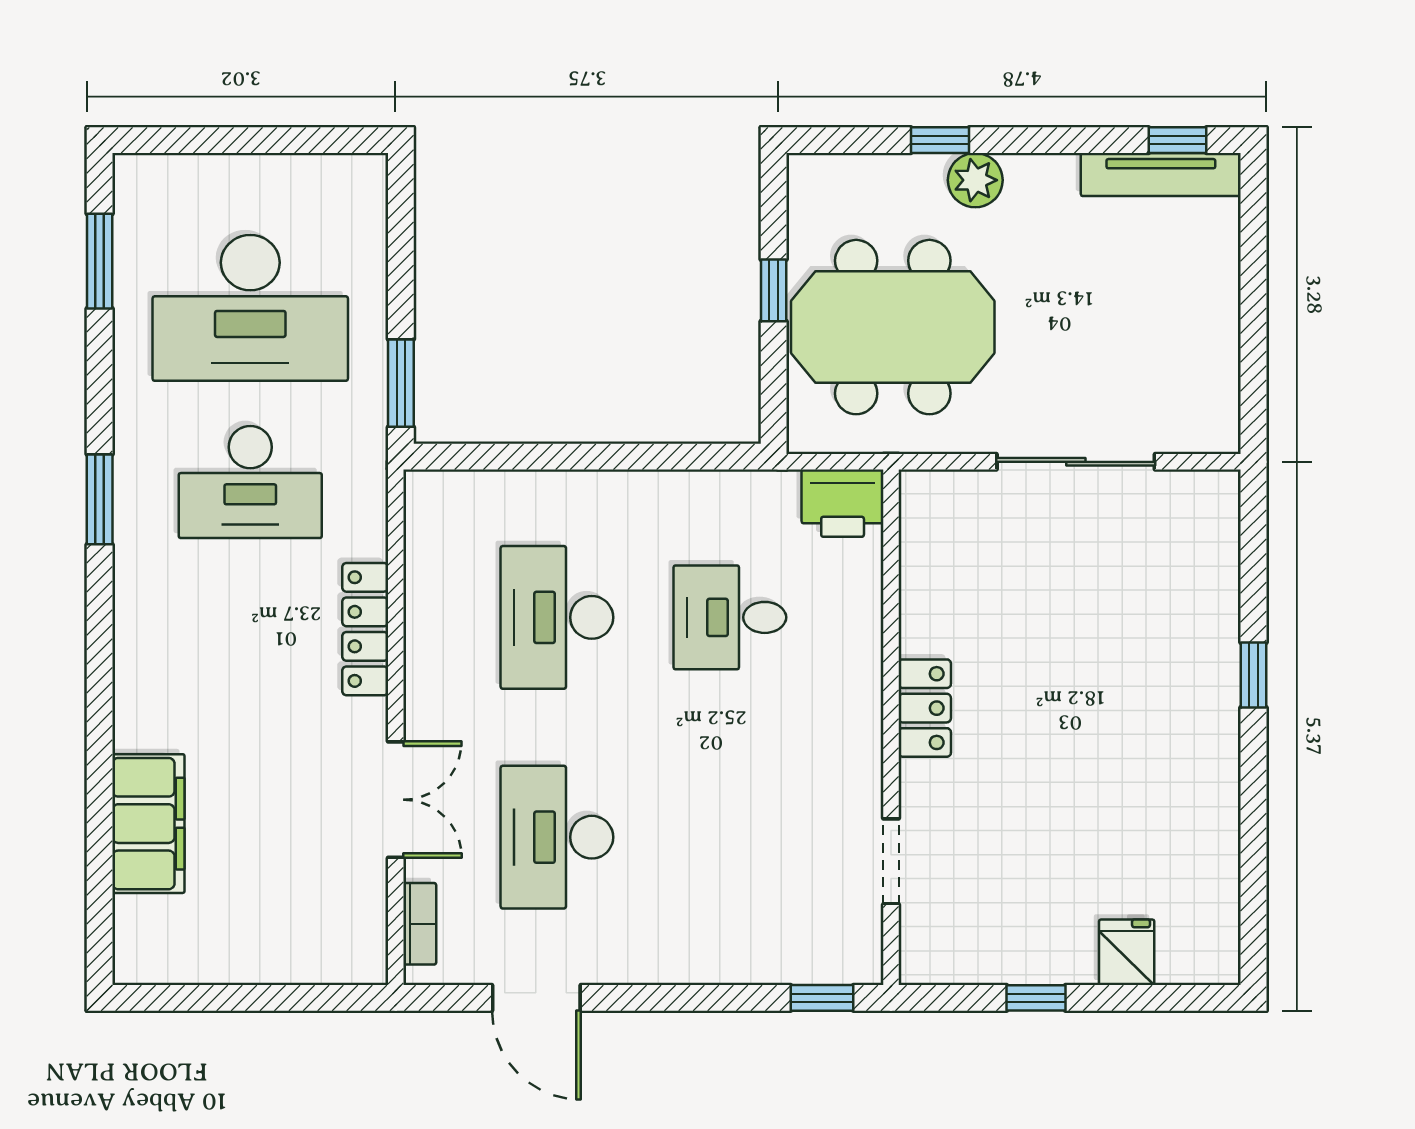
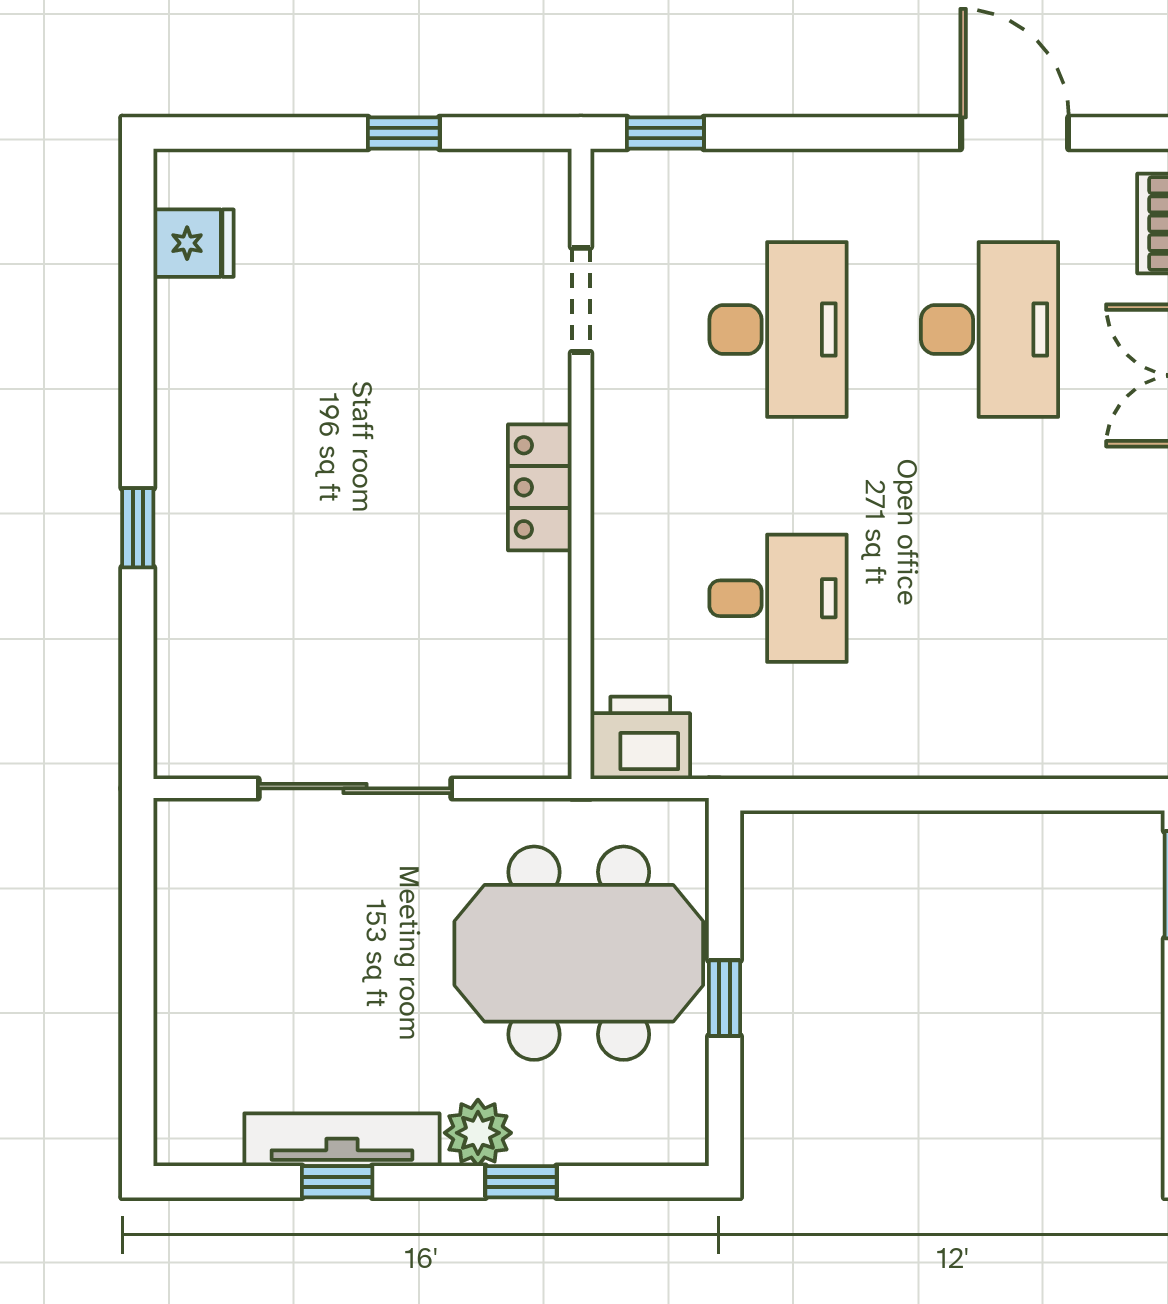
window: (1178, 140) -> (337, 1182), moved
tv unit: (1161, 175) -> (342, 1140), moved
desk: (557, 617) -> (778, 329), moved
fridge: (1127, 952) -> (194, 243), moved, turned -90

